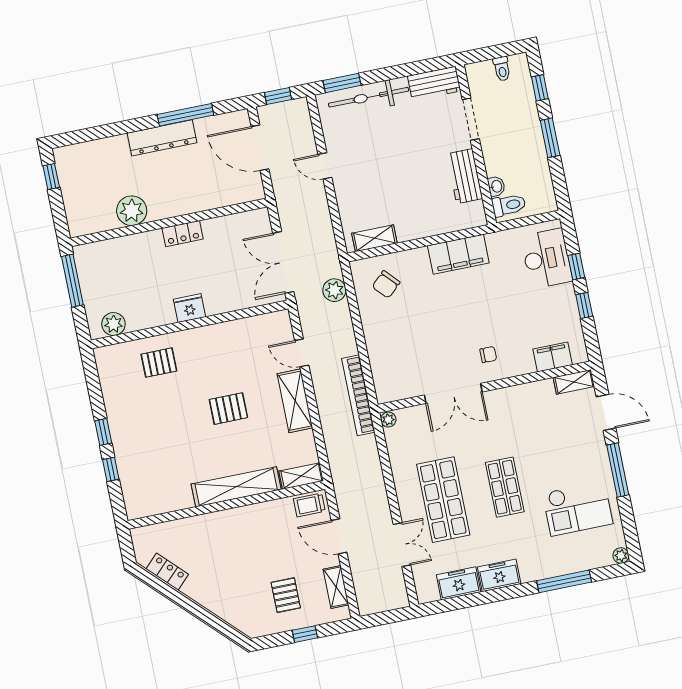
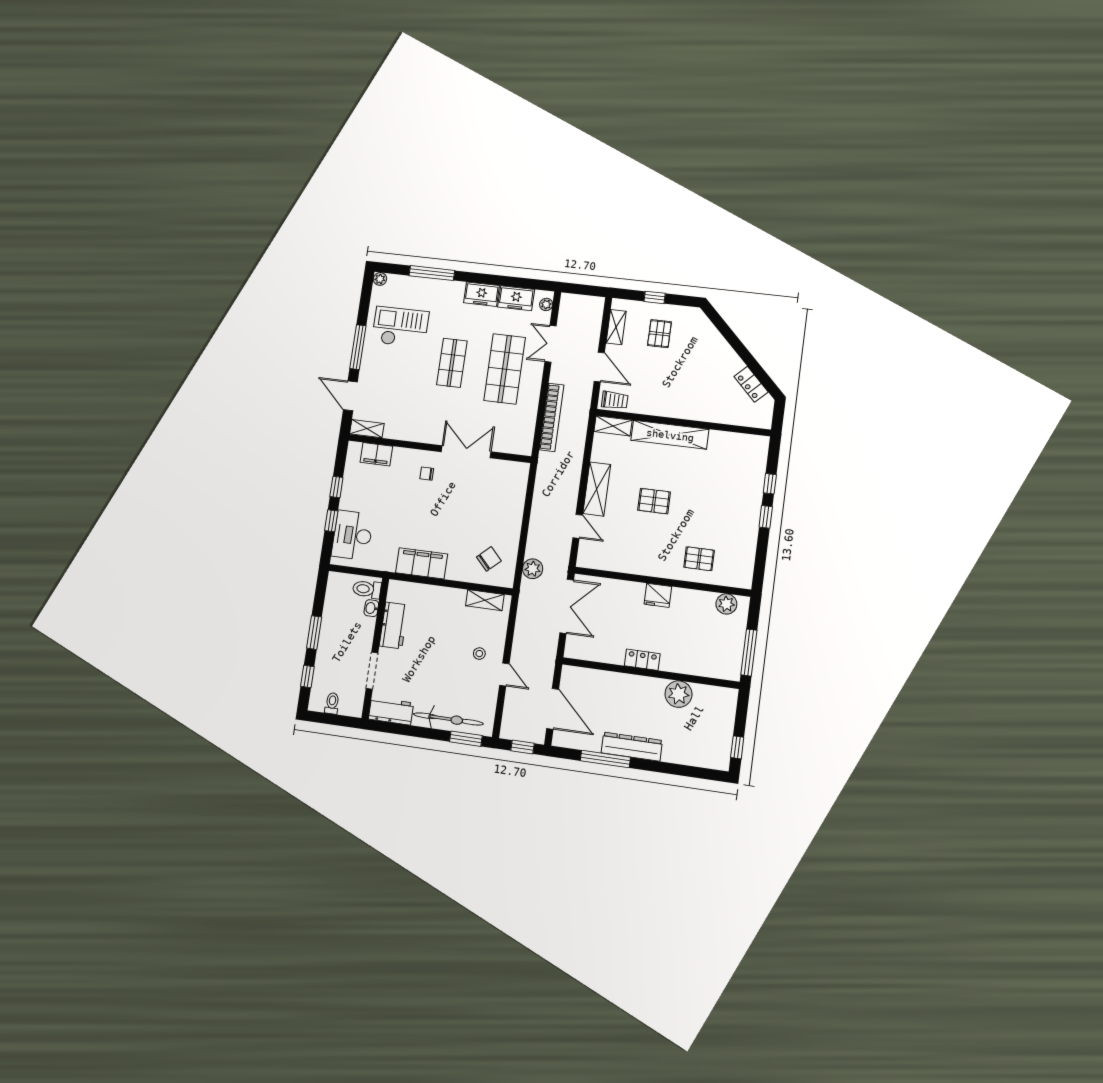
stool: (360, 179) -> (479, 654), added
bookcase: (358, 395) -> (552, 417), moved
plant: (388, 420) -> (546, 304), moved

